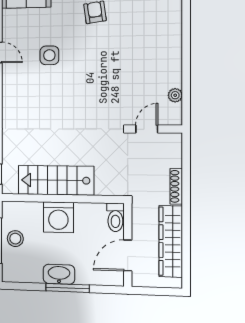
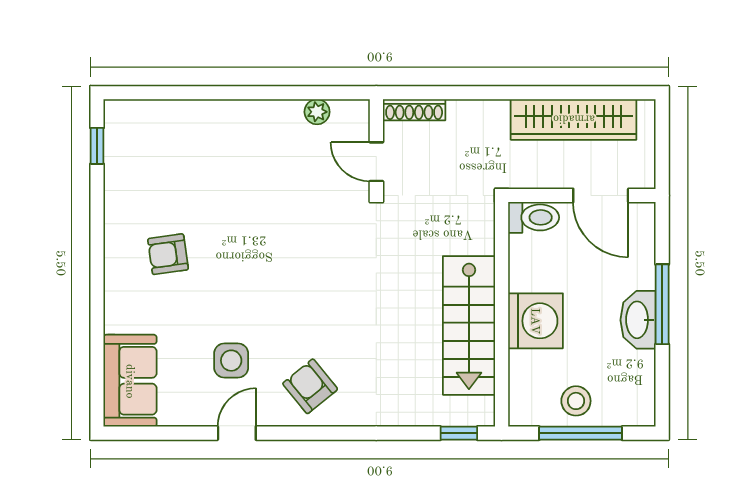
side table: (49, 55) -> (231, 361), moved
armchair: (23, 92) -> (310, 386), added
shoe rack: (176, 186) -> (414, 110), moved

